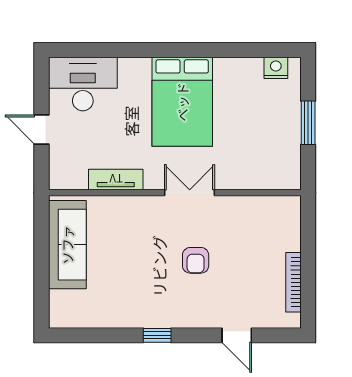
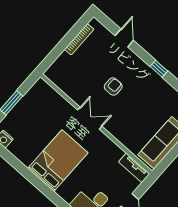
tv unit: (116, 179) -> (134, 168), moved
double door: (190, 193) -> (90, 118), swing flipped

